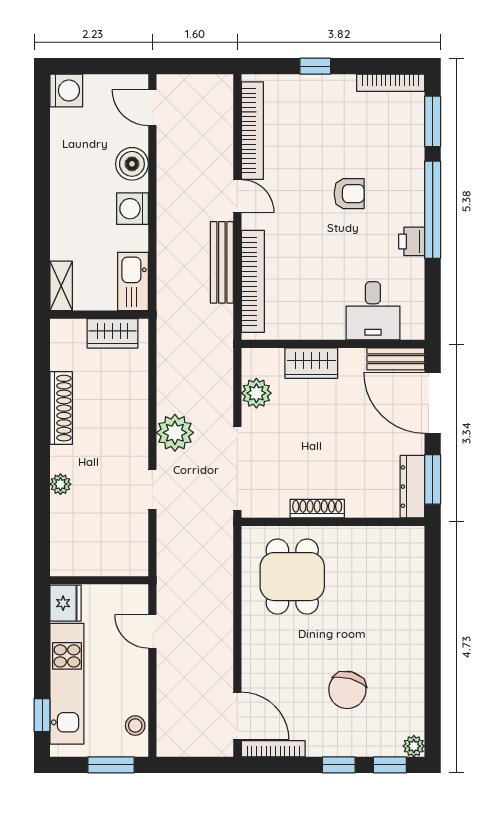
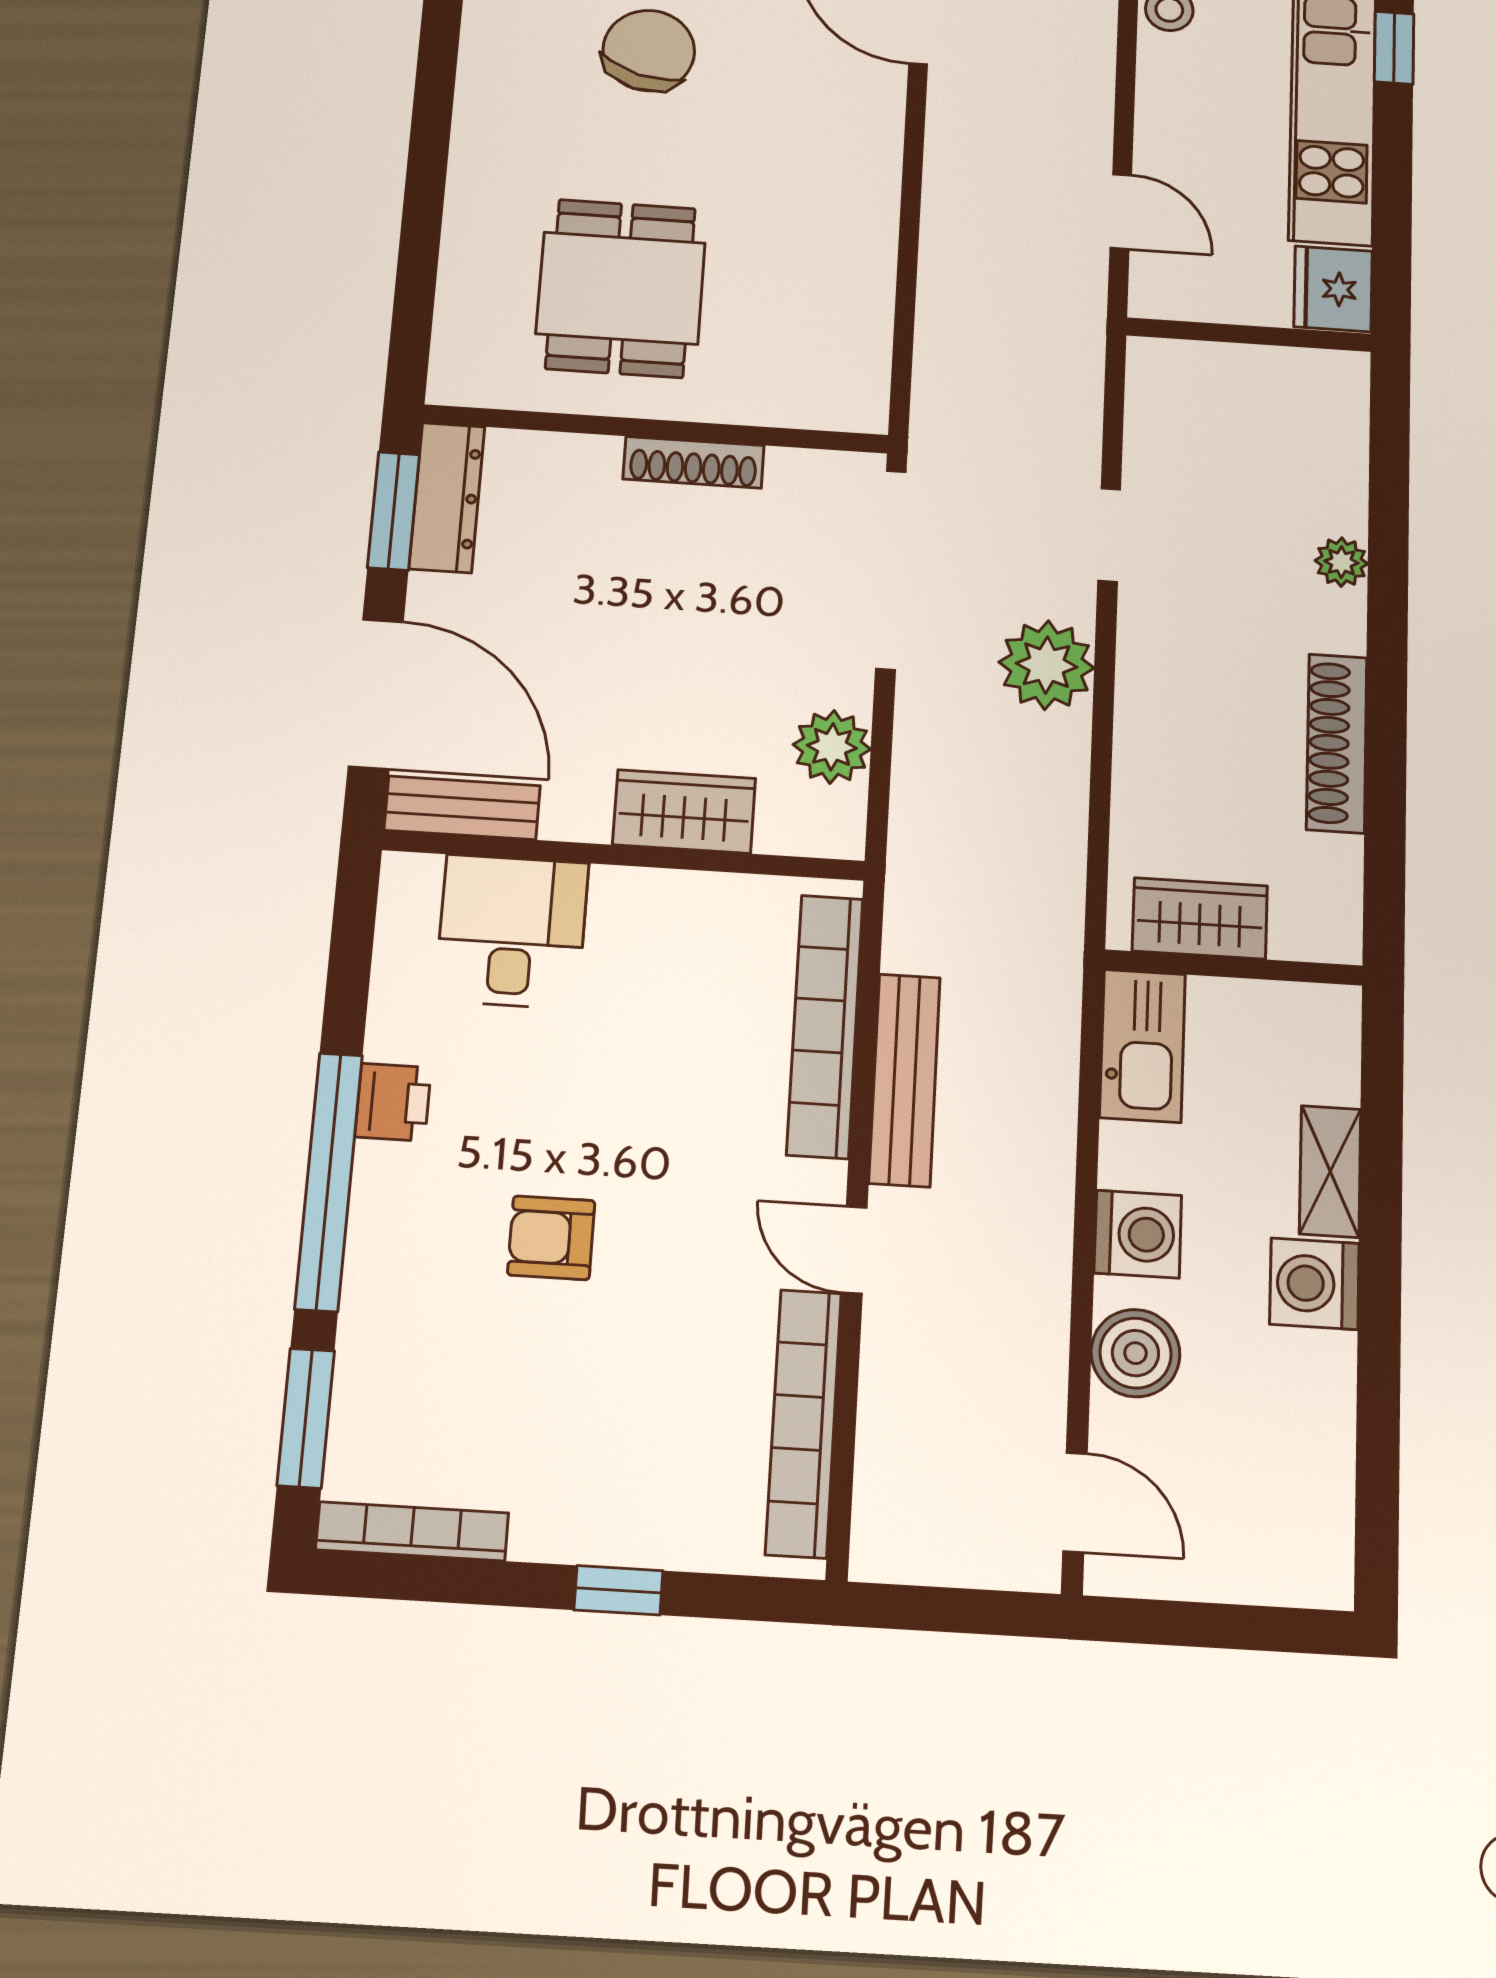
washing machine: (66, 90) -> (1314, 1284), moved
shelving: (61, 286) -> (1330, 1171), moved
dining table: (292, 577) -> (621, 288), moved

